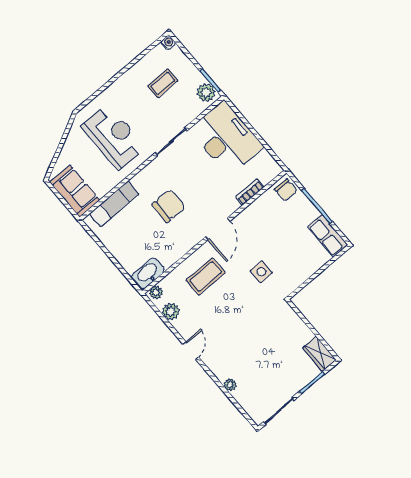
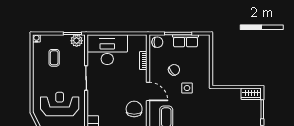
chair: (169, 206) -> (134, 109), moved
row of seats: (328, 236) -> (185, 41), moved
chair: (270, 238) -> (174, 70), added

